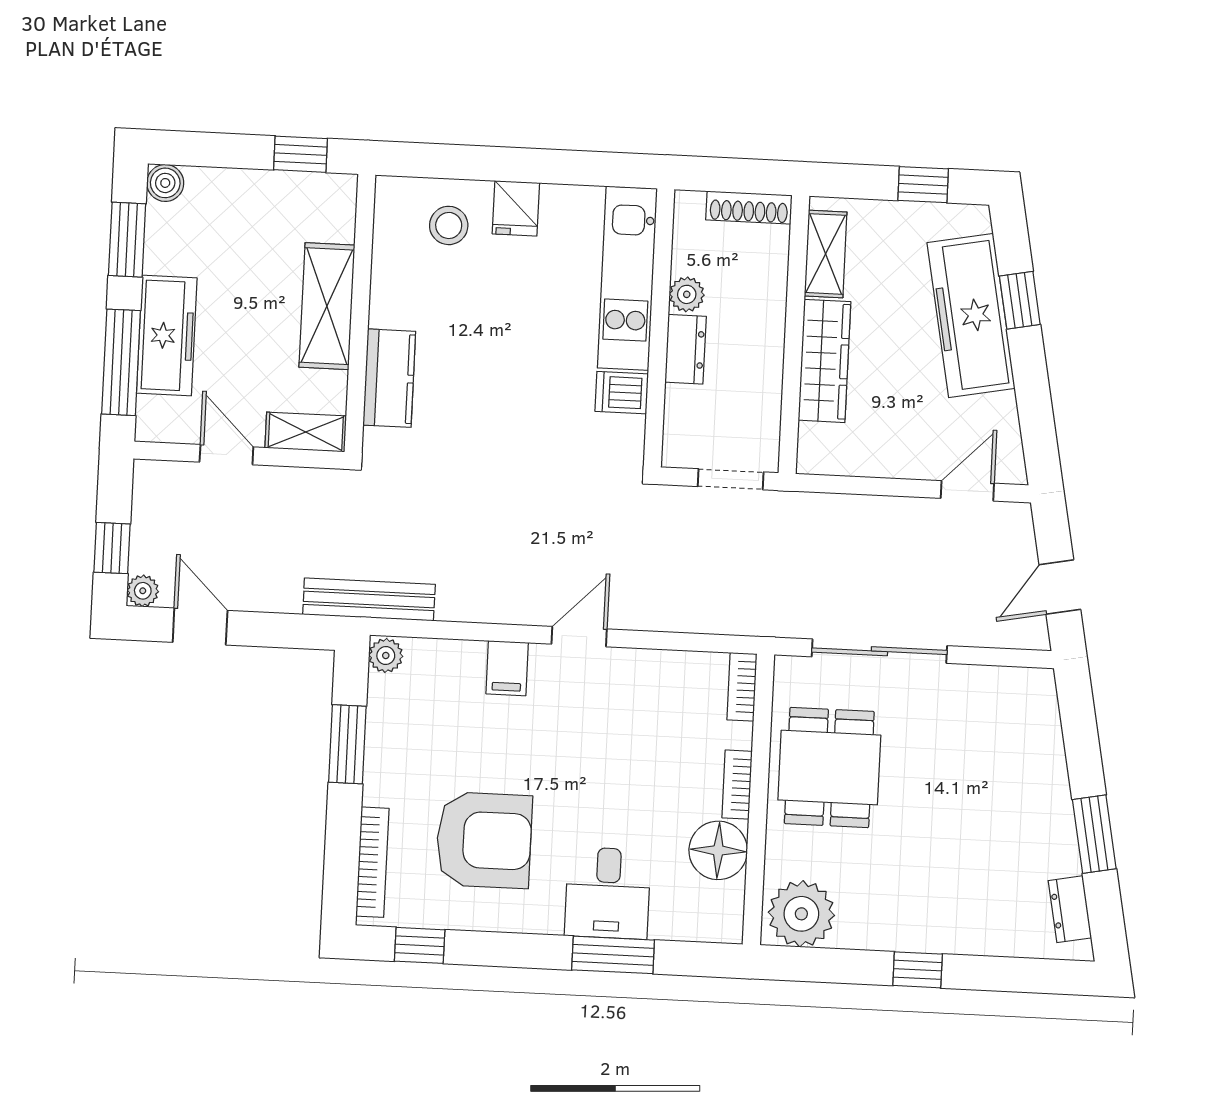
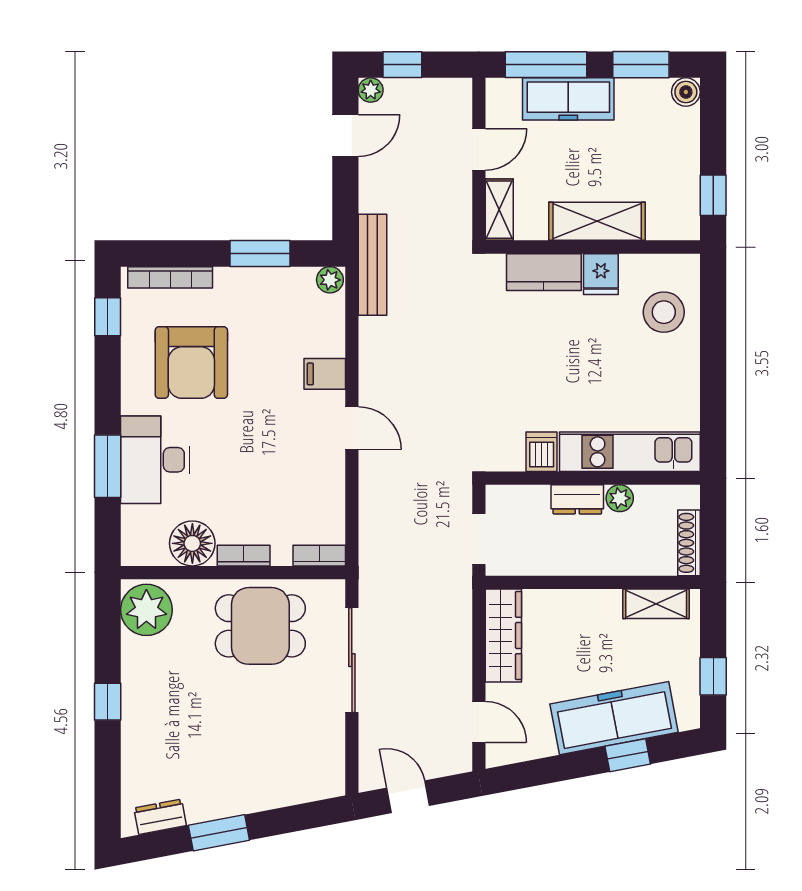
fridge: (516, 208) -> (601, 274), moved, turned -90
stool: (449, 225) -> (664, 312), width x1.38, depth x1.38
wardrobe: (824, 361) -> (503, 636), moved, turned -90
desk: (608, 893) -> (155, 460), width x1.37

